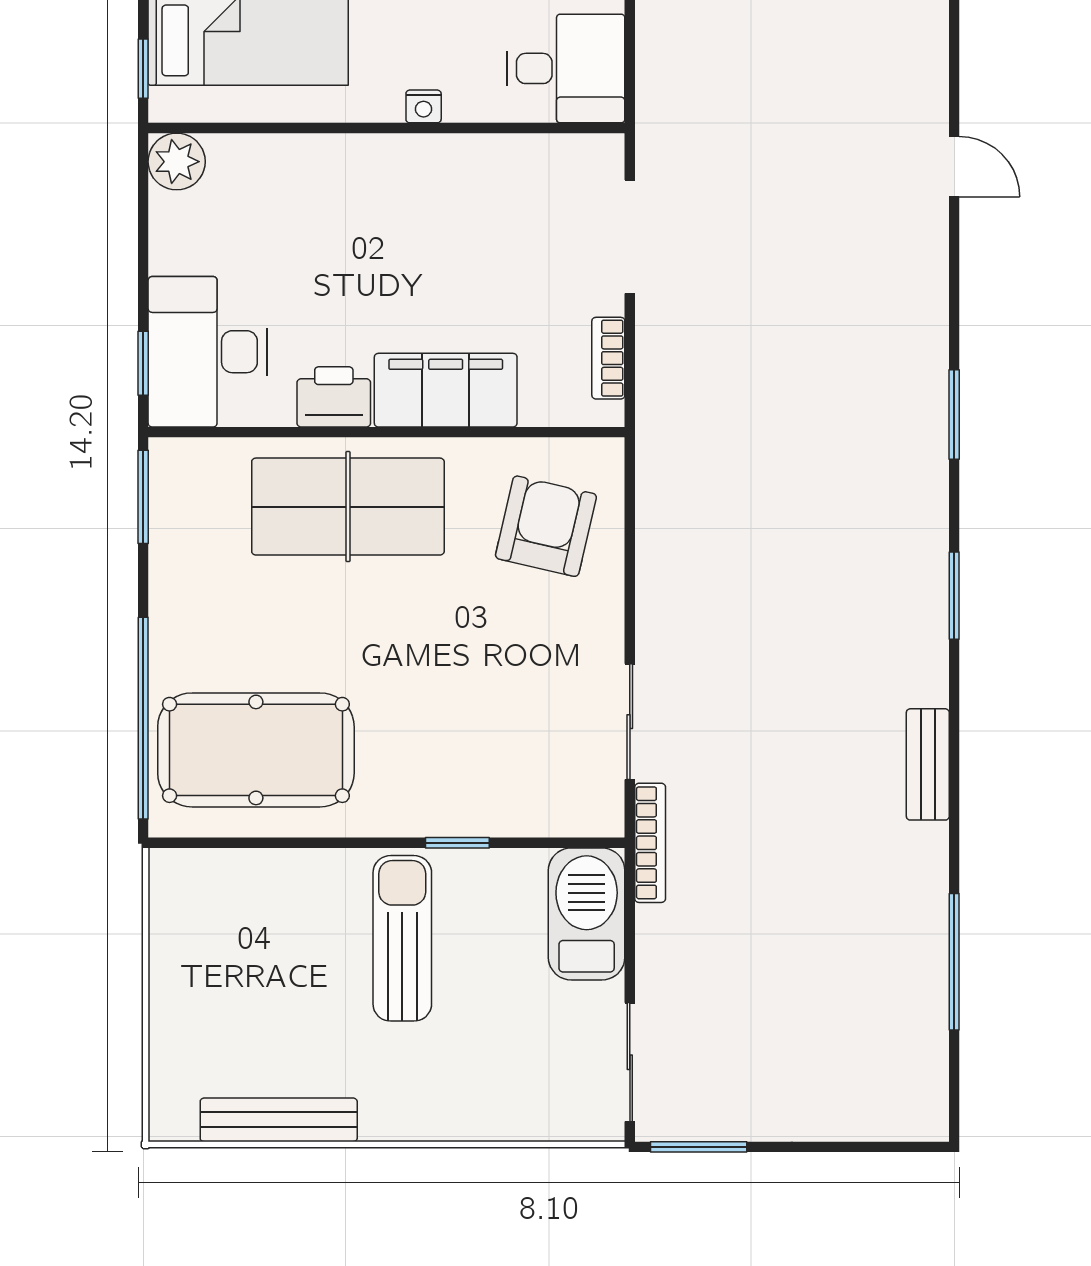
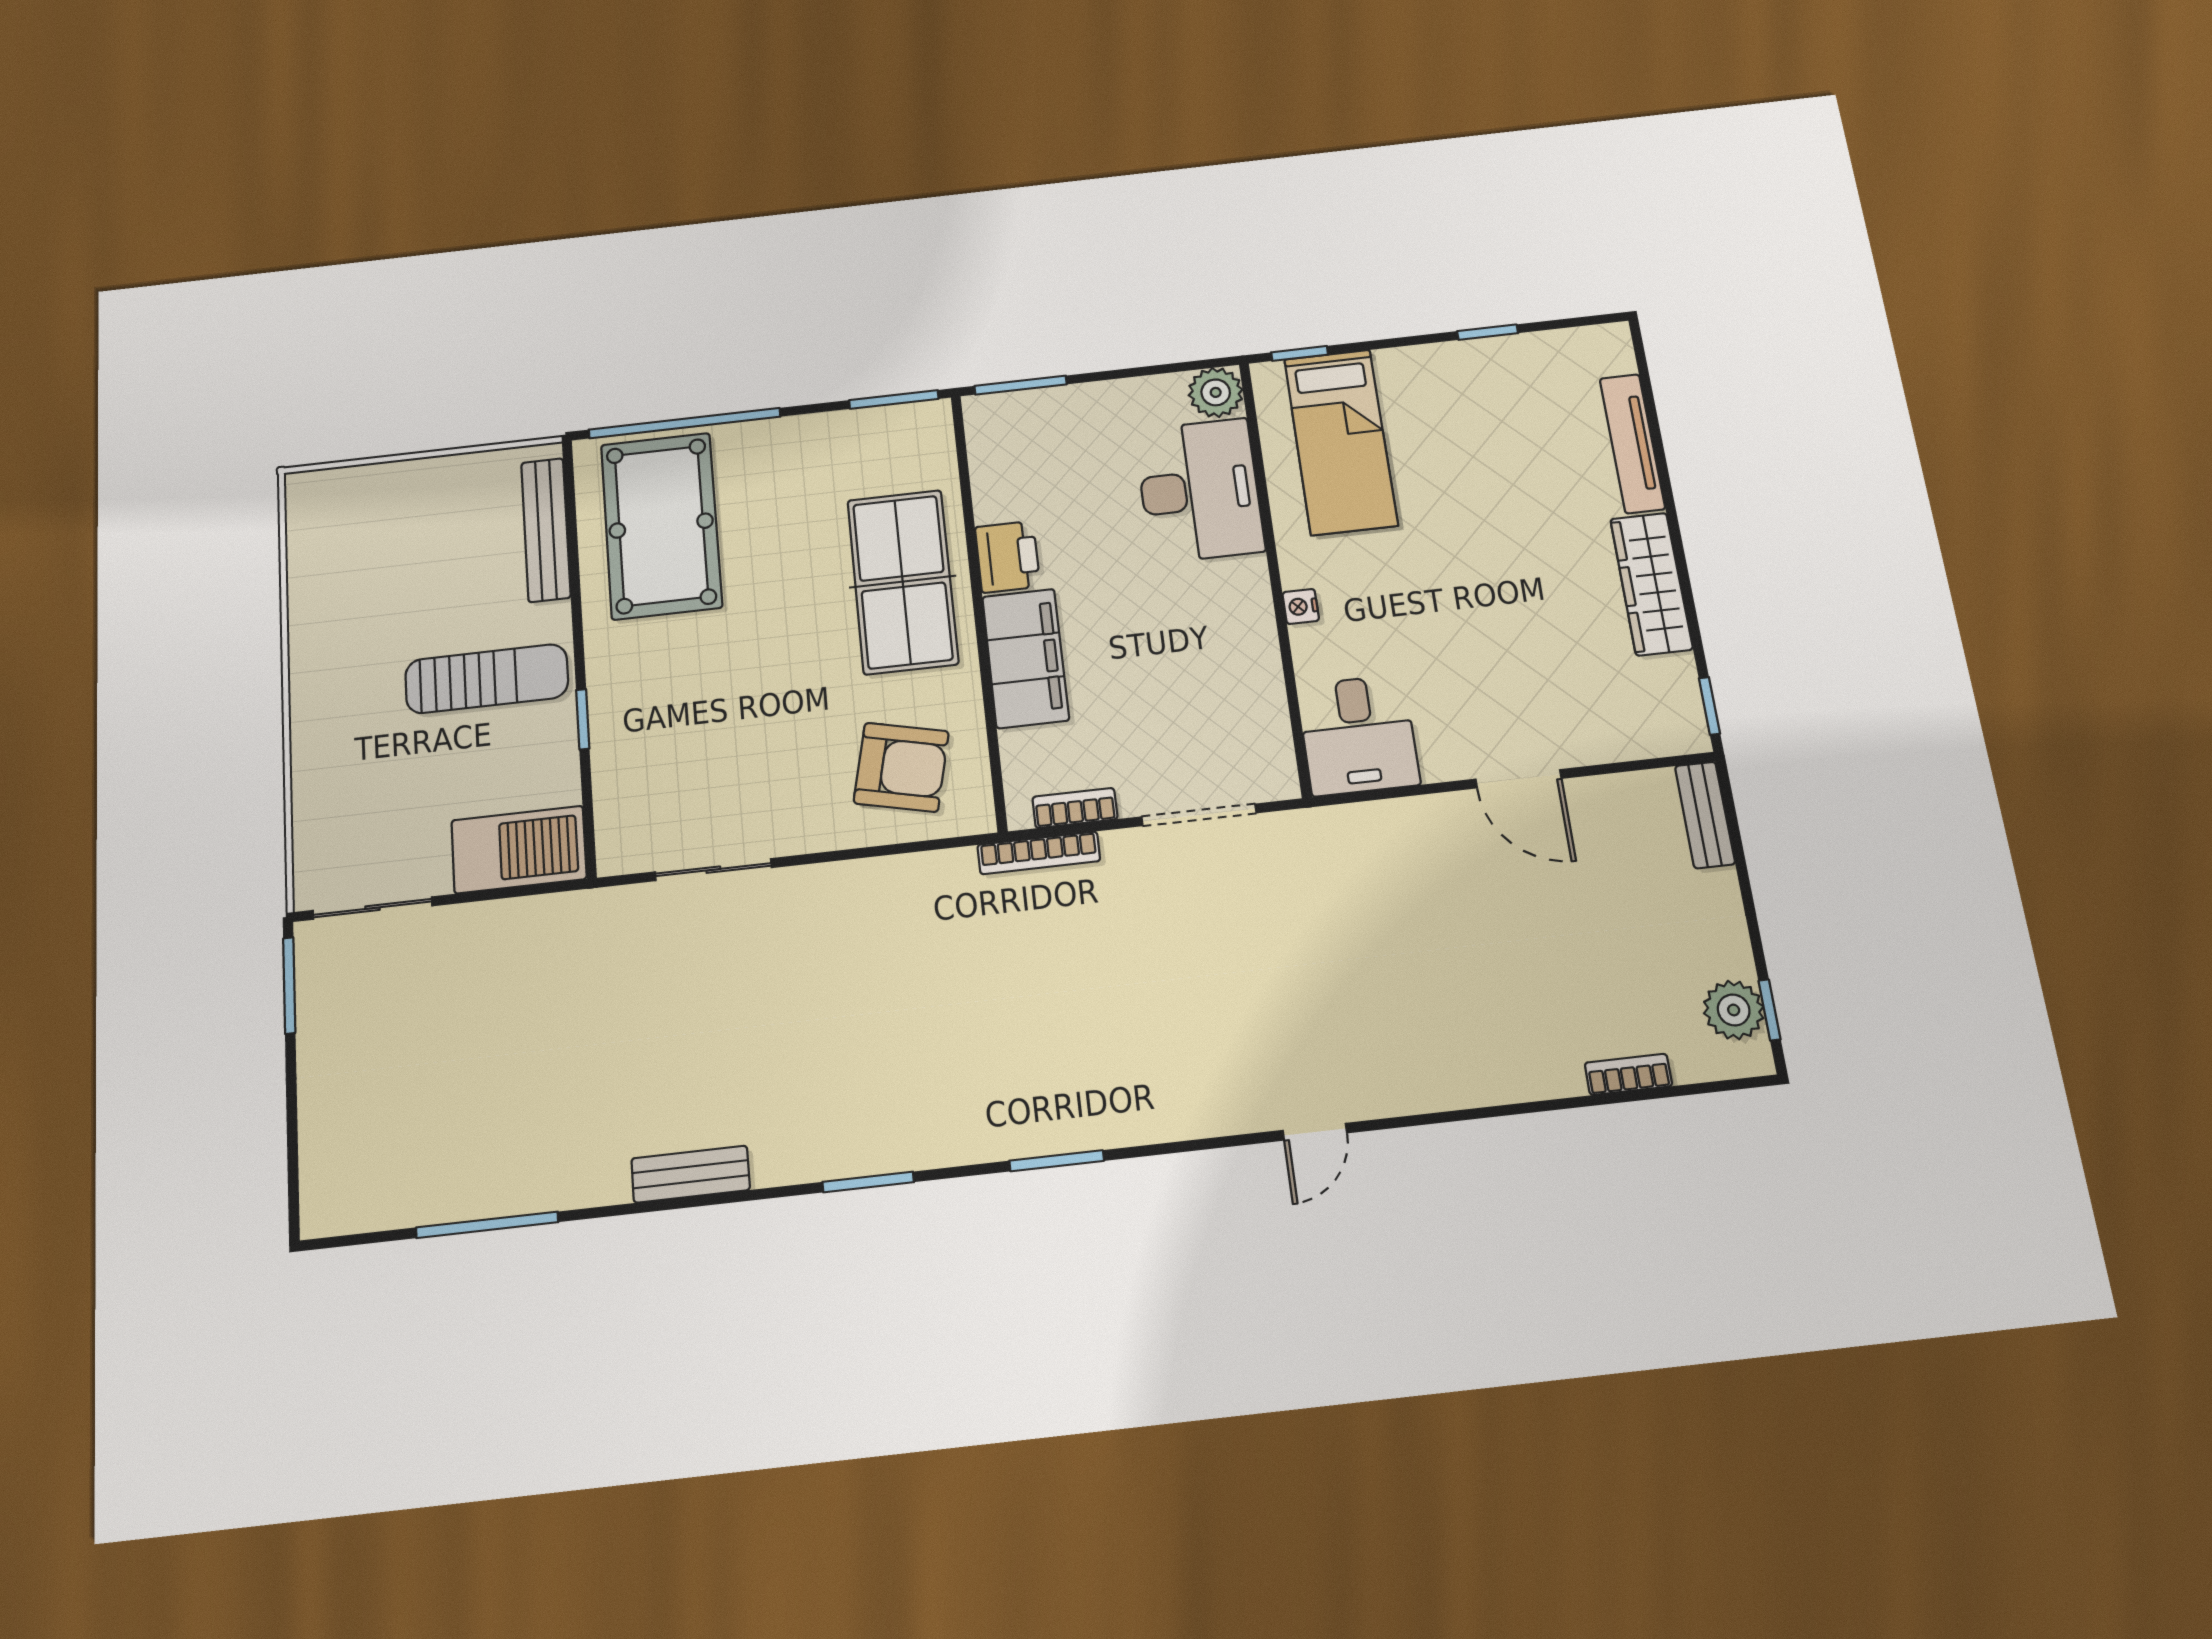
desk: (207, 352) -> (1199, 490), moved, turned 90
window: (143, 363) -> (1021, 385), width x1.50
bookcase: (650, 843) -> (1039, 853), moved
bench: (279, 1120) -> (546, 530), moved

